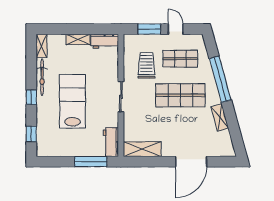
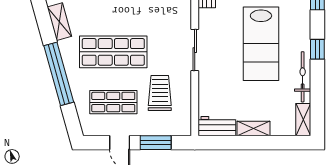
trolley: (146, 65) -> (160, 93), turned 180

